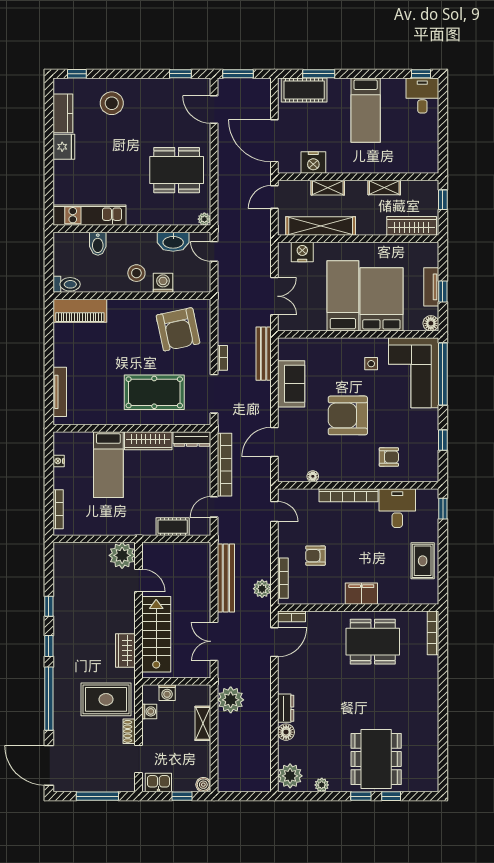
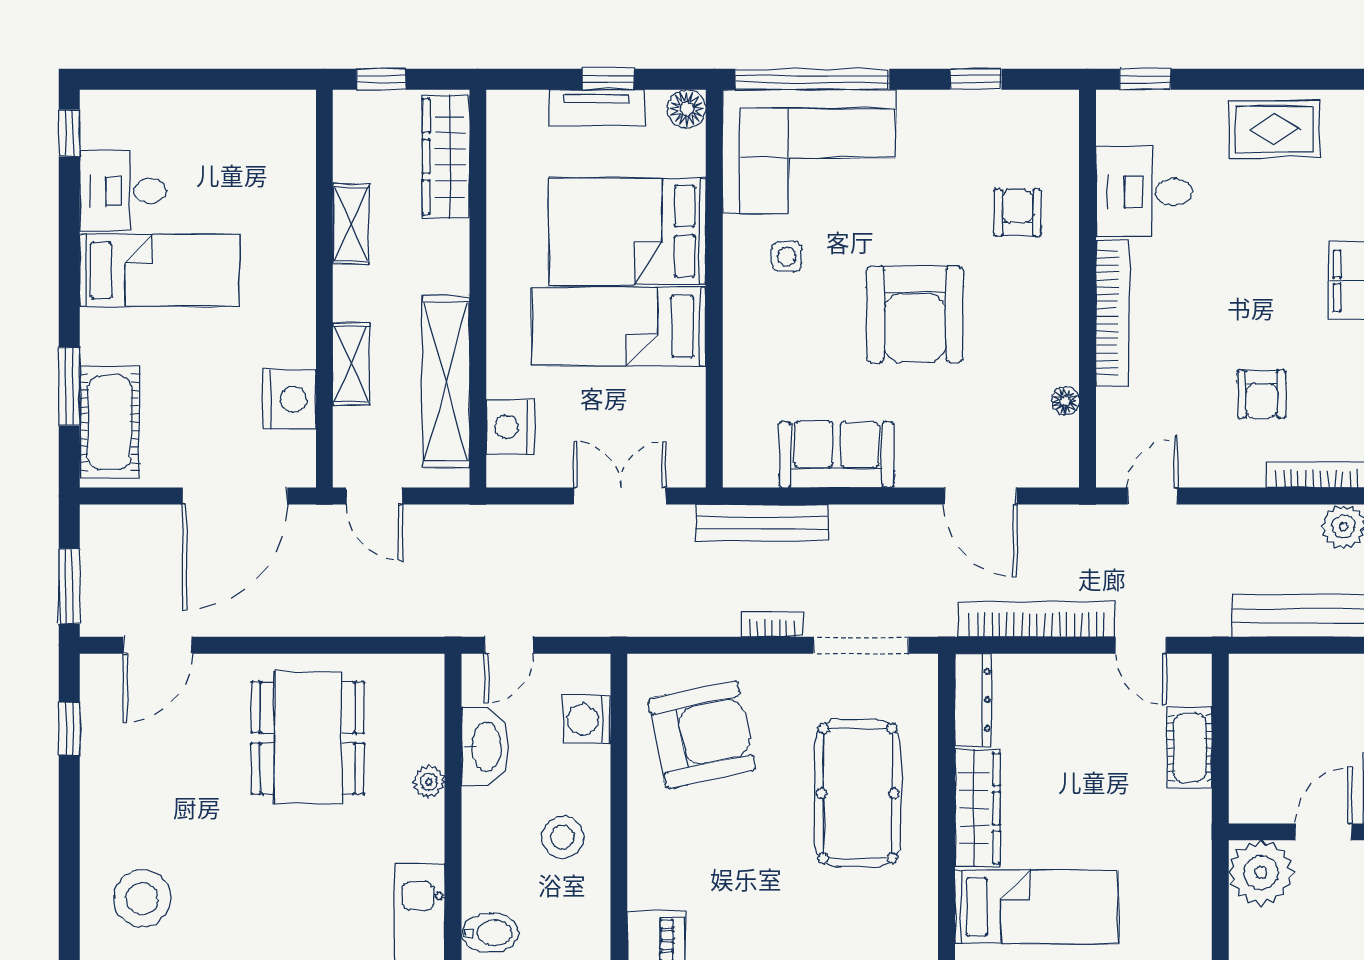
desk: (422, 96) -> (123, 191), moved
plant: (204, 219) -> (429, 782), moved
washing machine: (163, 283) -> (587, 720), moved

